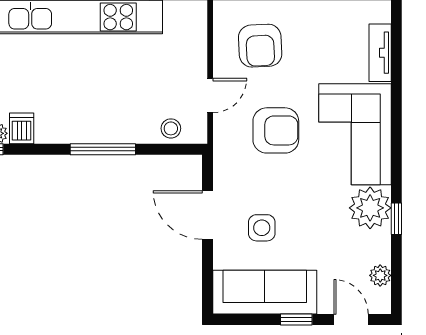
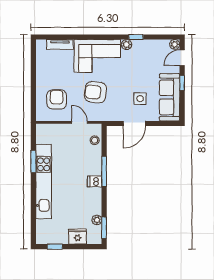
armchair: (260, 46) -> (57, 99), turned -87
dishwasher: (22, 128) -> (95, 181), moved
armchair: (276, 130) -> (96, 92), turned -84
plant: (370, 208) -> (126, 45), width x0.53, depth x0.53
plant: (380, 275) -> (175, 44), moved

